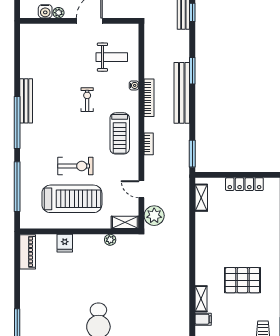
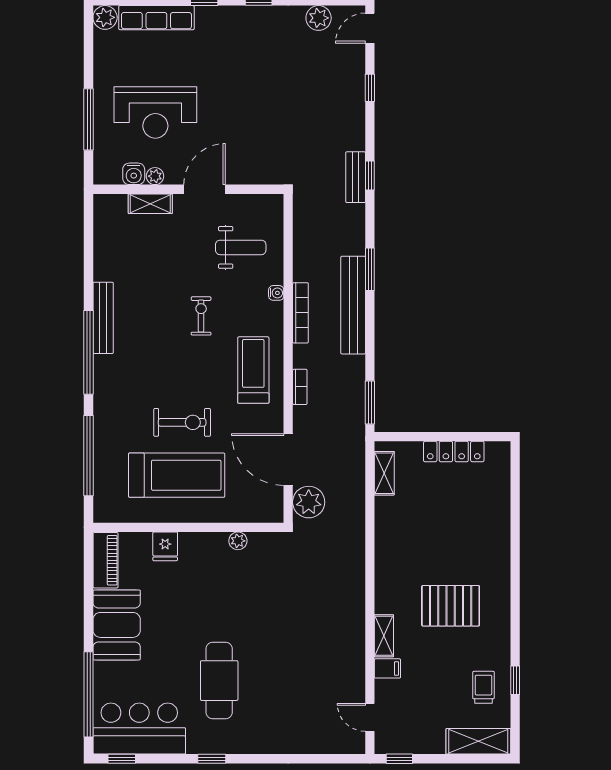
treadmill: (120, 133) -> (253, 370), turned 180
door: (141, 189) -> (288, 460), width x1.87
shelving: (125, 222) -> (150, 204), moved
booth: (35, 292) -> (117, 625), added

